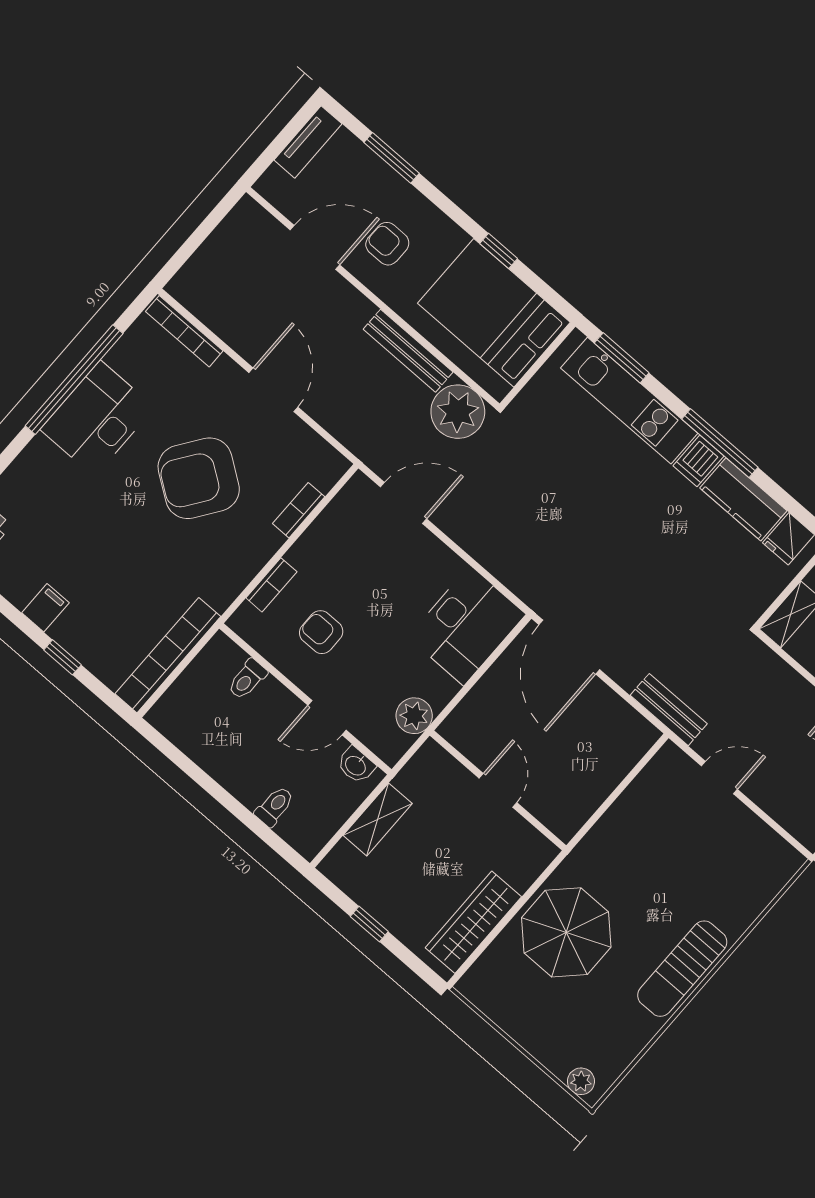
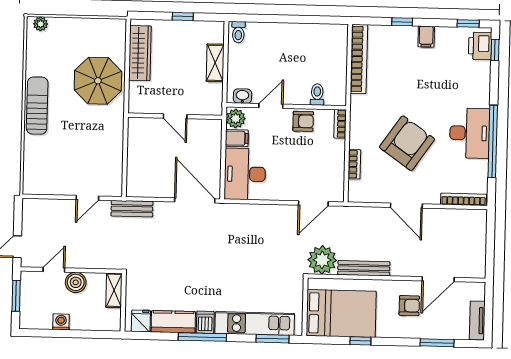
toilet: (247, 679) -> (317, 94), moved
filing cabinet: (436, 686) -> (237, 138), added
wall: (305, 699) -> (286, 106), moved
door: (327, 718) -> (271, 106), moved
washbasin: (356, 765) -> (242, 96), moved
toilet: (275, 806) -> (238, 32), moved

